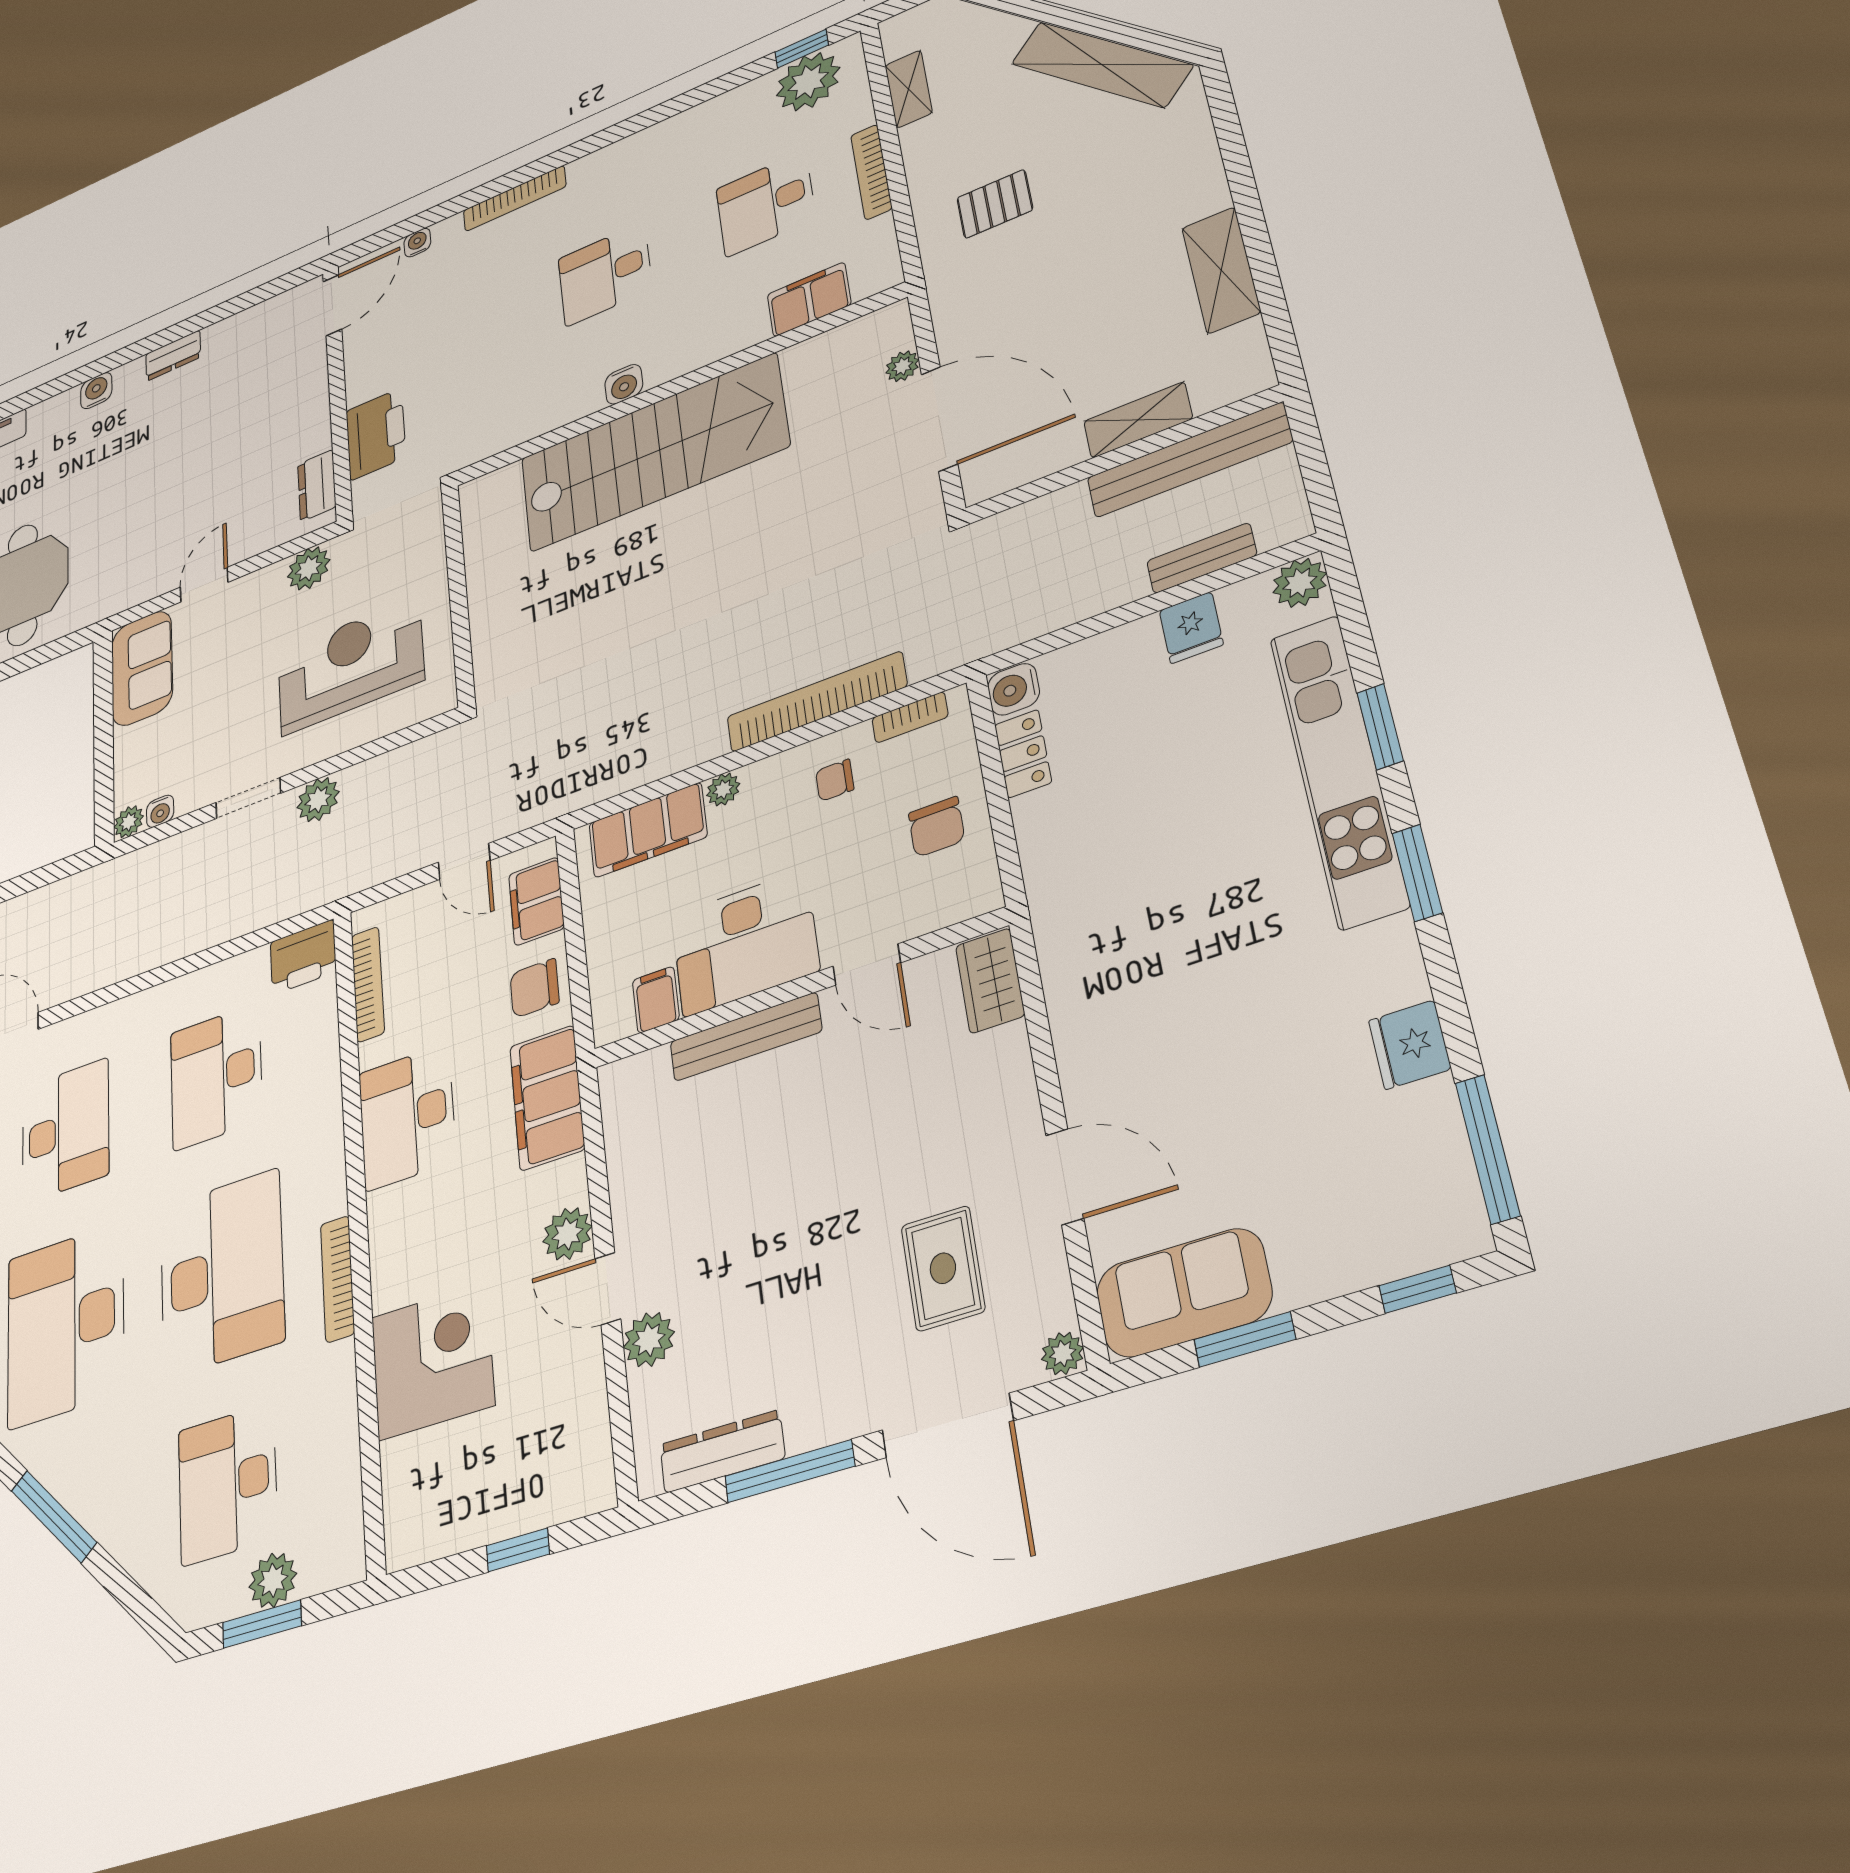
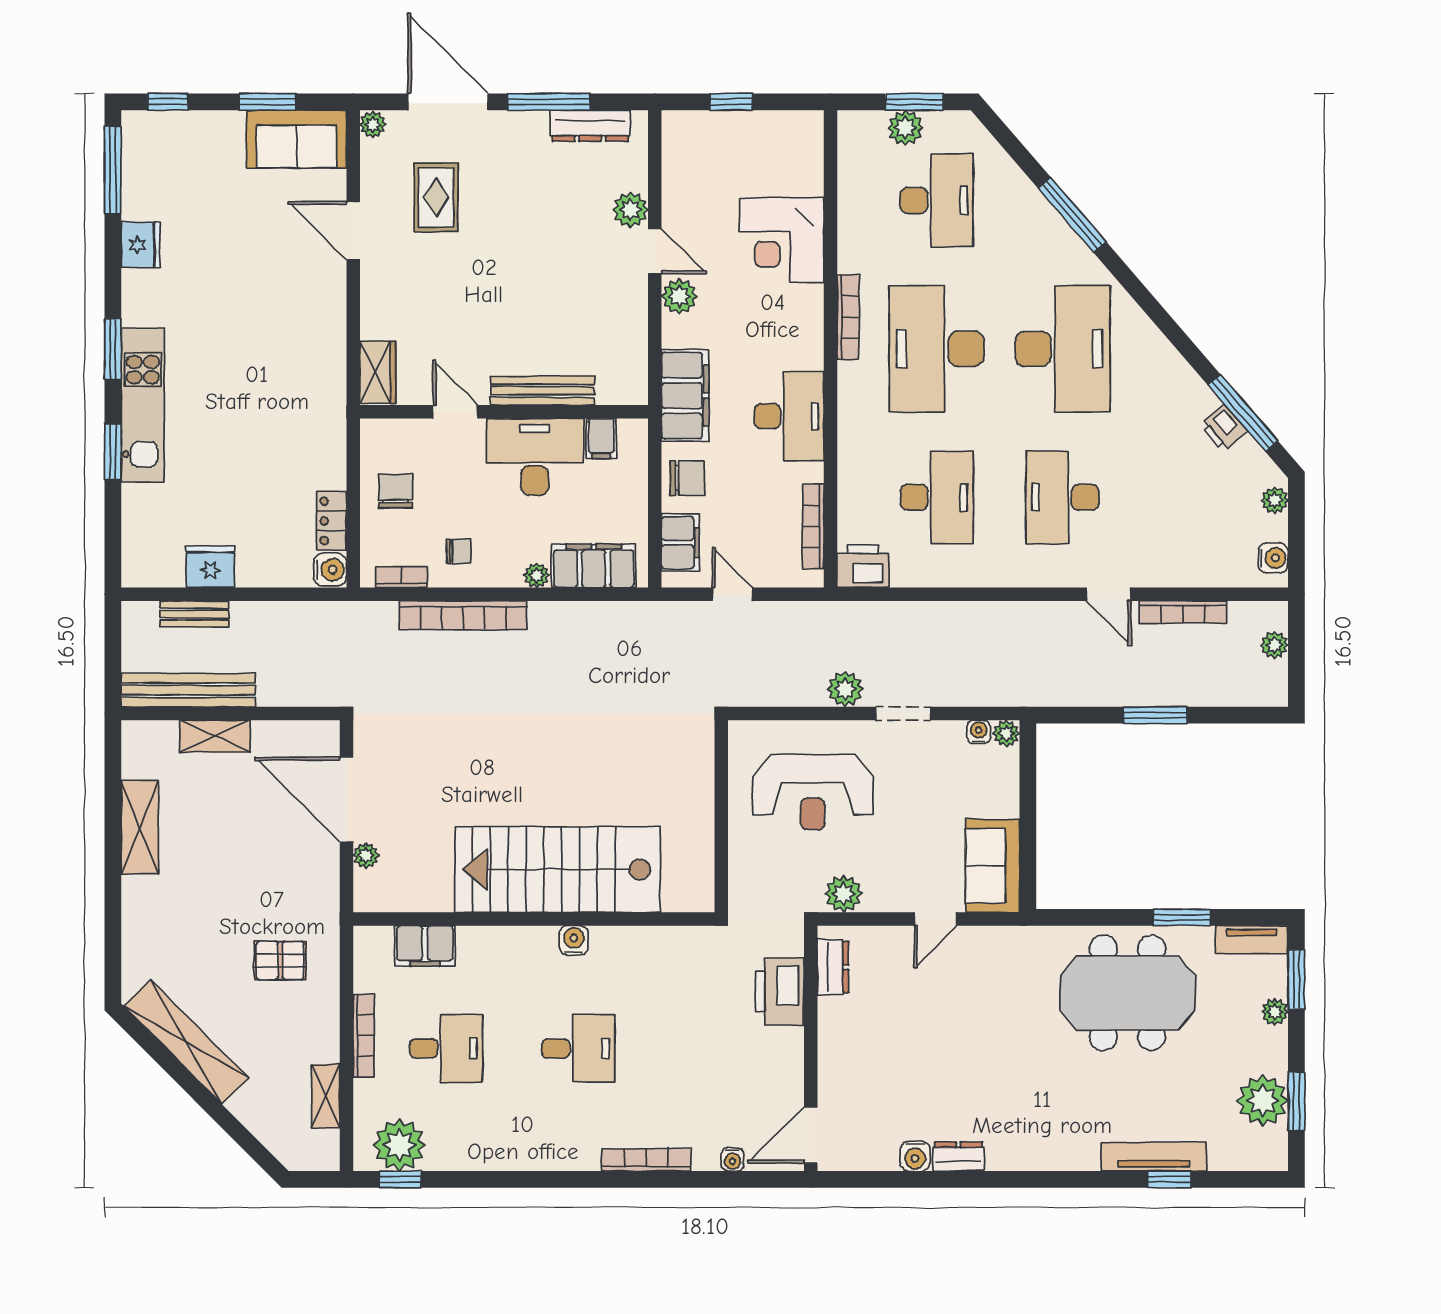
water cooler: (96, 391) -> (915, 1156), moved
plant: (1300, 583) -> (139, 570), removed
fridge: (1191, 628) -> (210, 567), width x1.38
kitchen unit: (1338, 770) -> (143, 405), width x0.73

